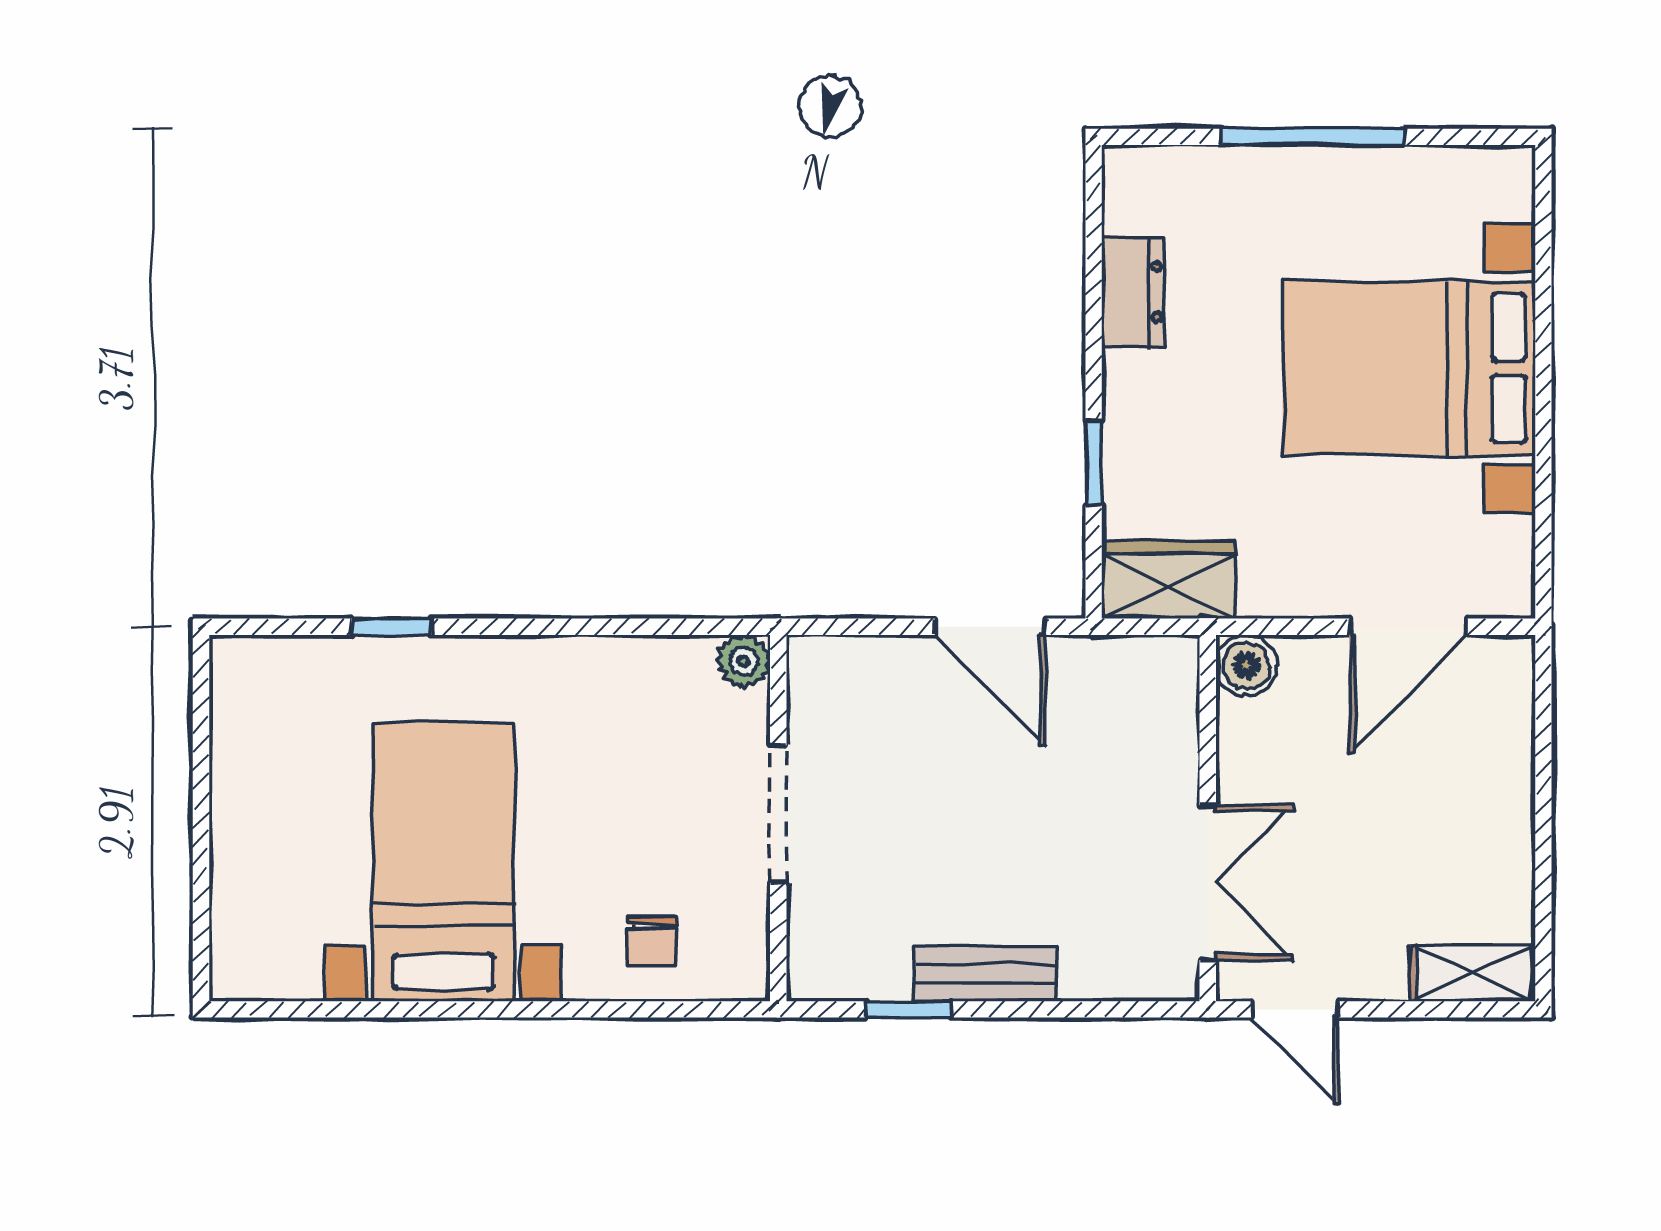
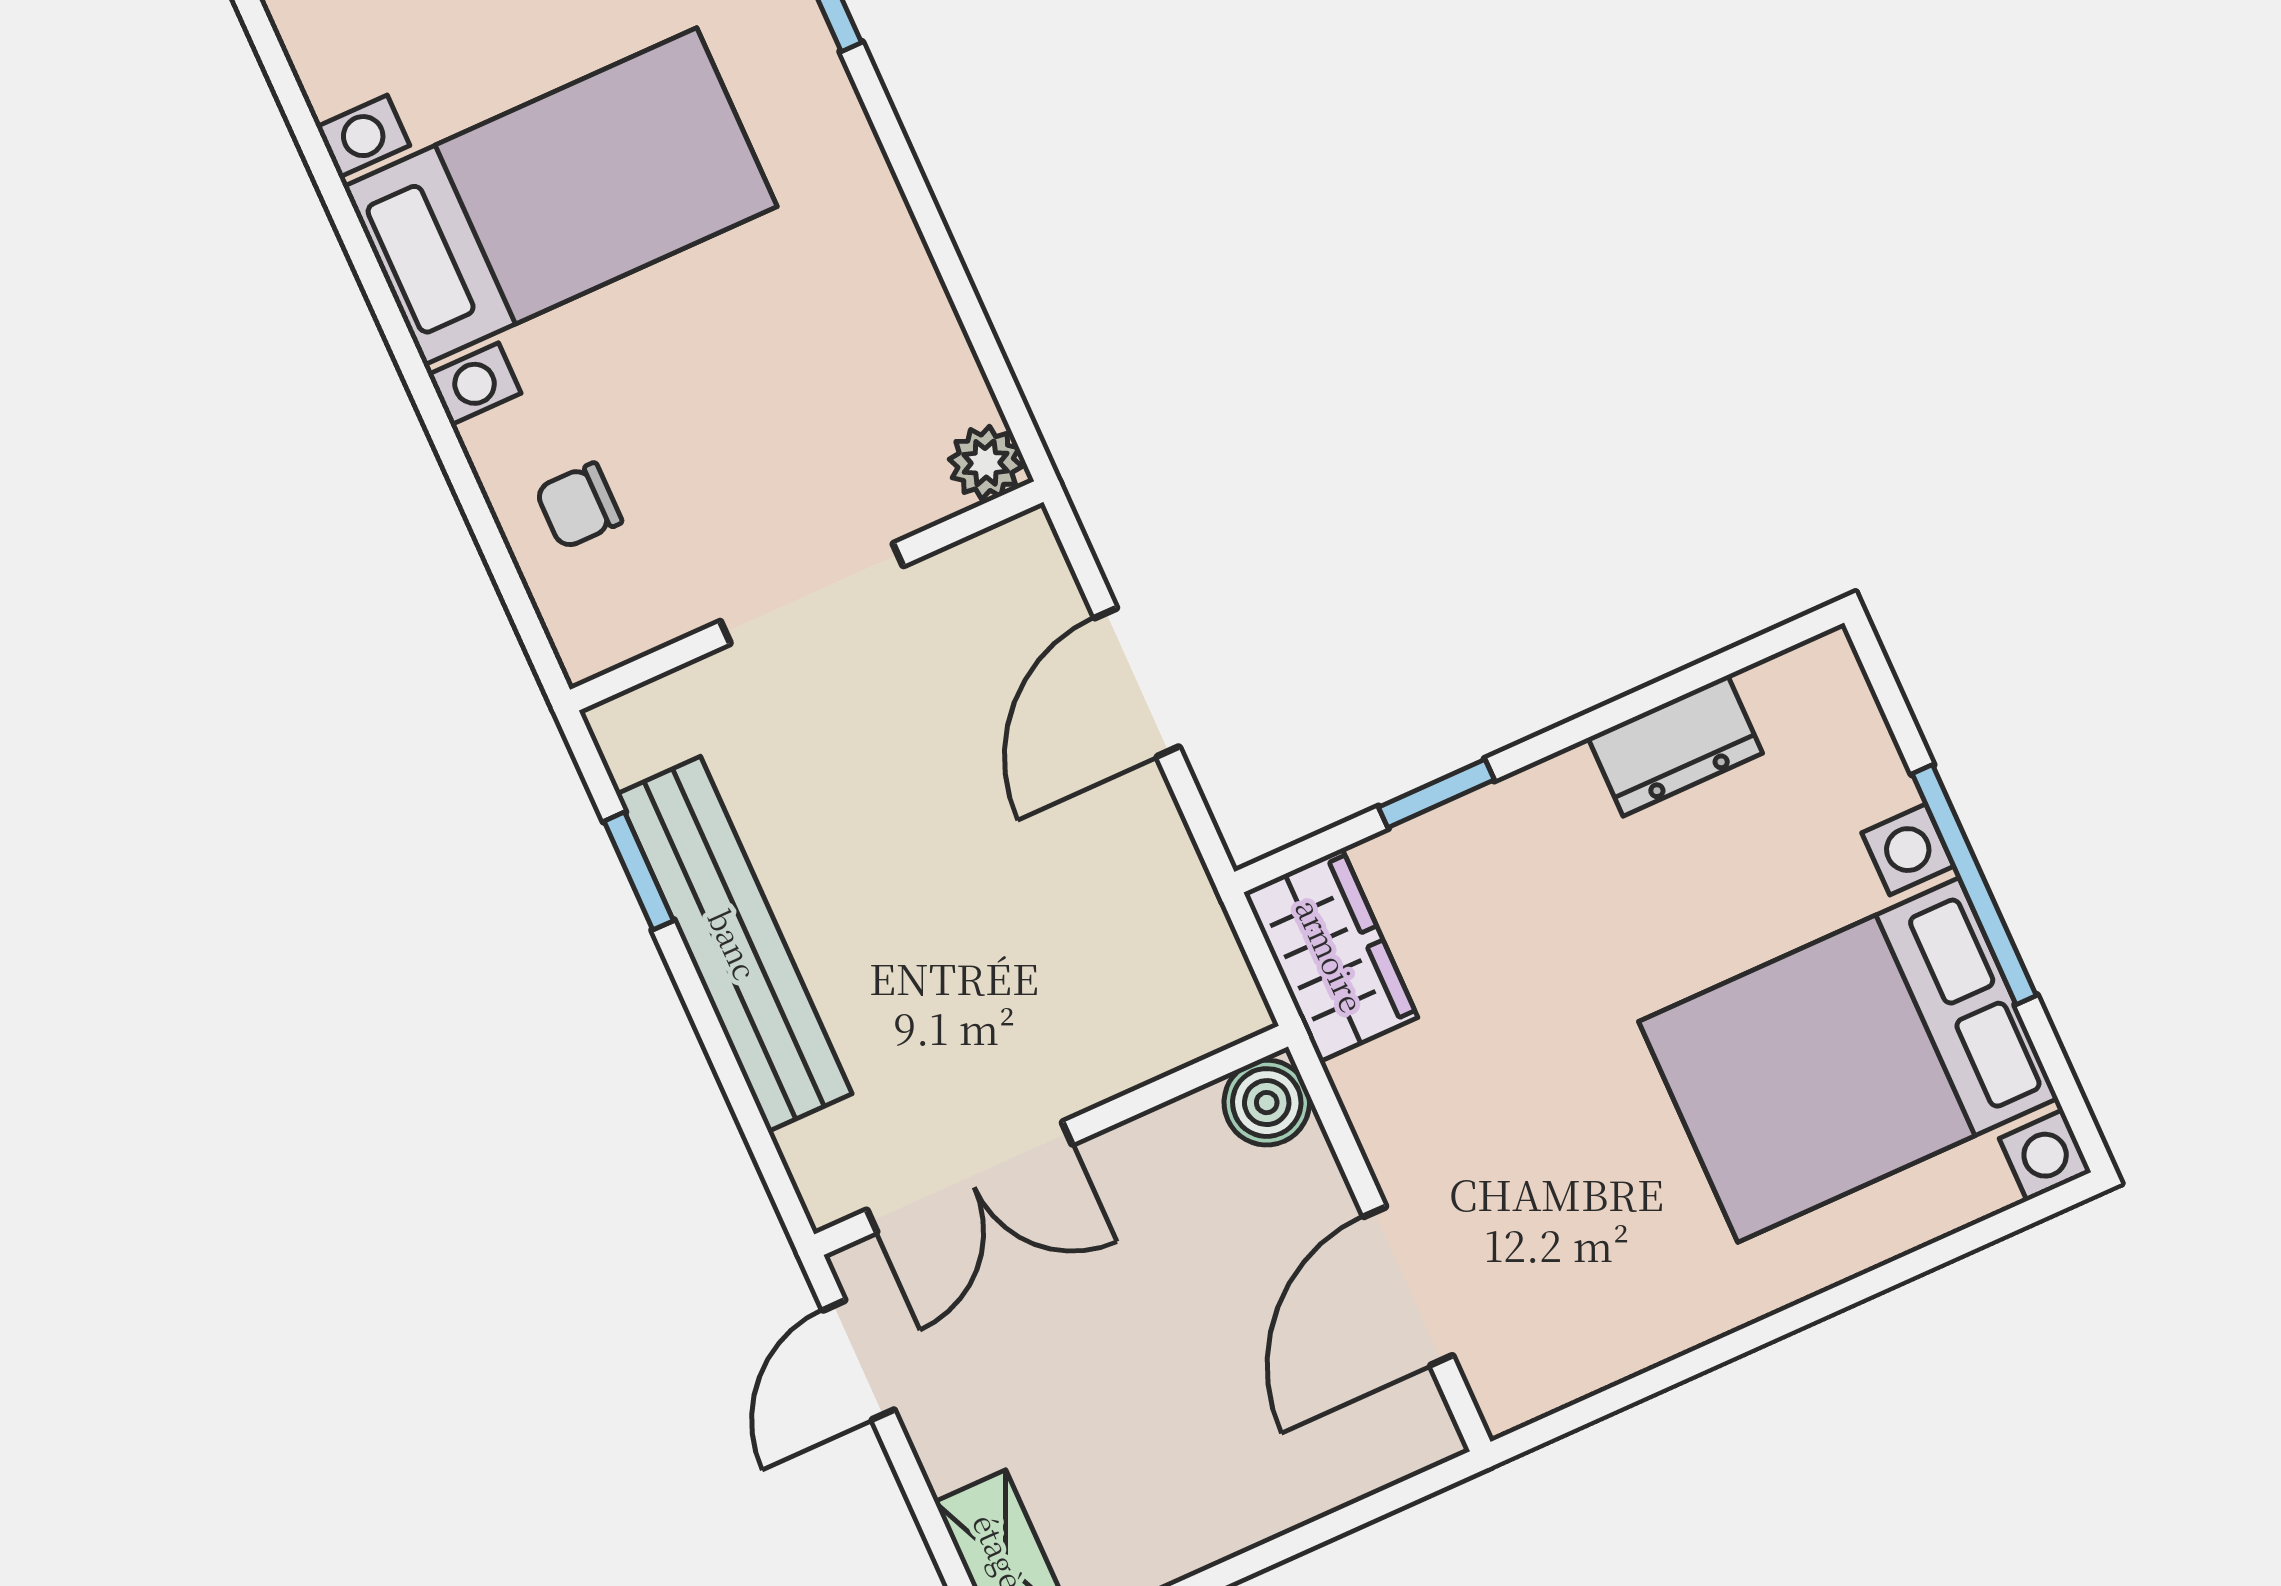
bed with nightstands: (1409, 368) -> (1848, 1060), moved, turned -90
door: (990, 627) -> (1137, 682), moved
door: (1409, 627) -> (1408, 1286), hinge flipped
bench: (985, 974) -> (734, 944), width x1.86, depth x1.21

